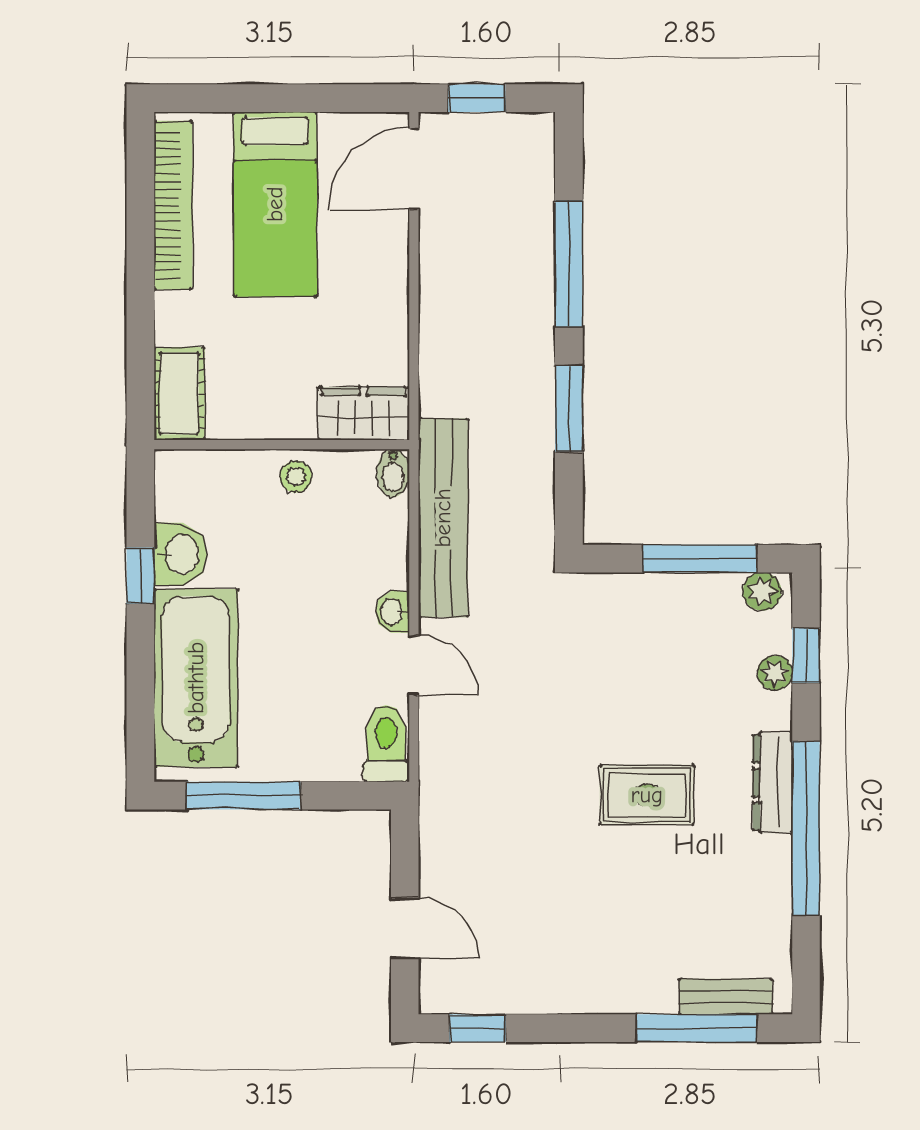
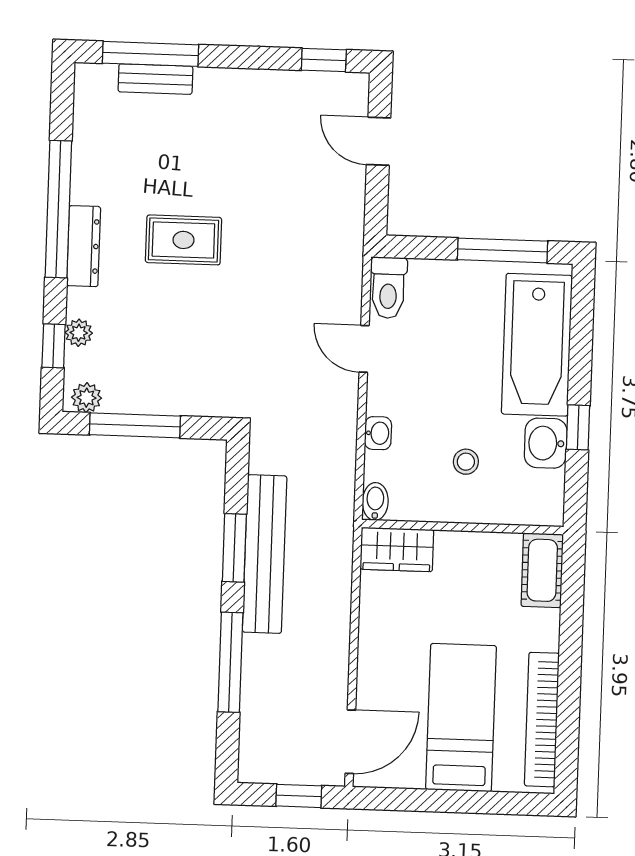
stool: (296, 477) -> (466, 462), moved
bench: (443, 518) -> (265, 554), moved
washbasin: (393, 612) -> (378, 433), moved
bench: (726, 997) -> (155, 79), moved

